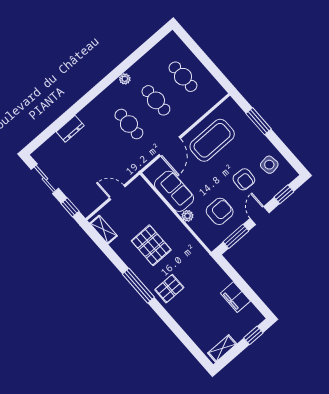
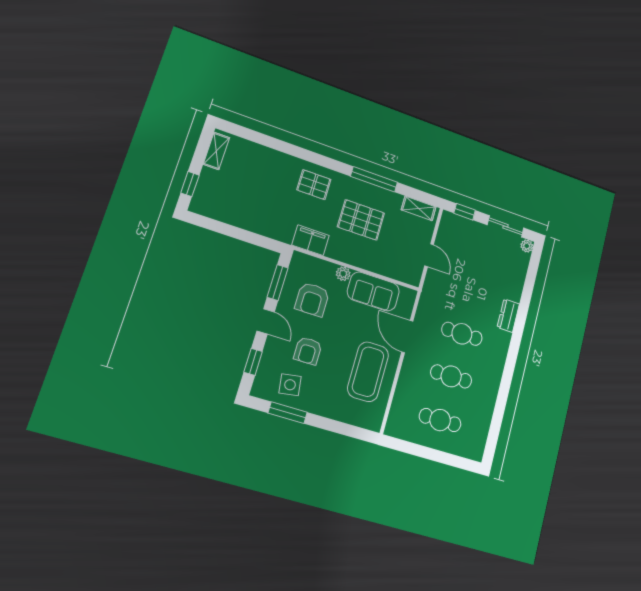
plant: (125, 79) -> (527, 246), moved
window: (259, 121) -> (288, 413), moved
dresser: (70, 129) -> (508, 316), moved
armchair: (244, 179) -> (308, 351), turned -93
door: (117, 192) -> (429, 255), hinge flipped
window: (138, 286) -> (374, 179), moved
pallet: (169, 289) -> (314, 185), turned 90
filing cabinet: (235, 297) -> (311, 240), moved

